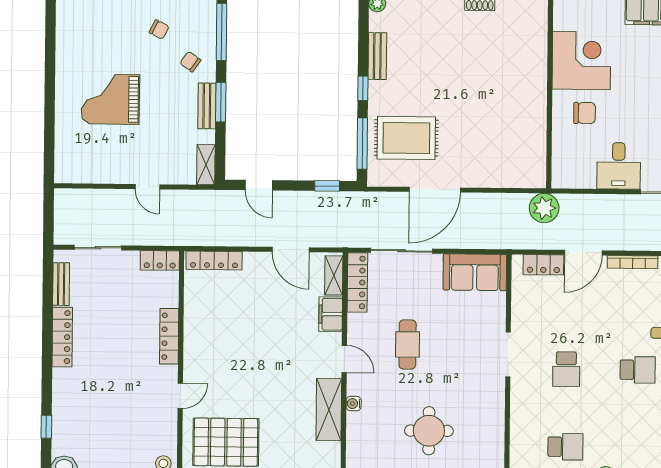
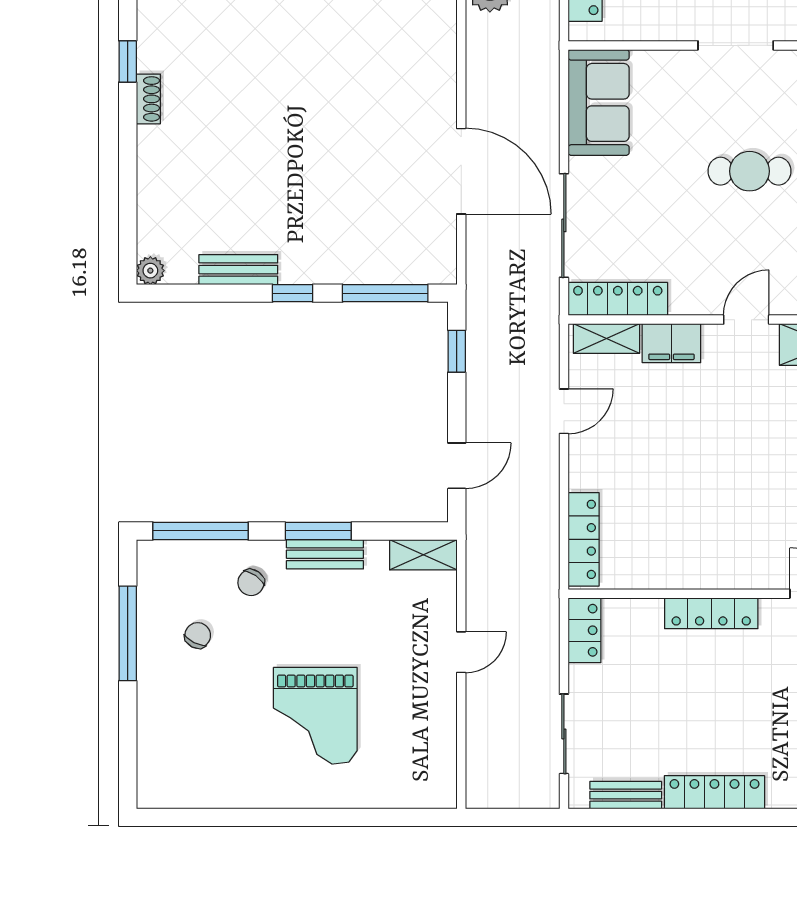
rug: (406, 138) -> (375, 219), removed
door: (291, 250) -> (564, 411), width x0.73
cafe table: (408, 344) -> (749, 171), moved

